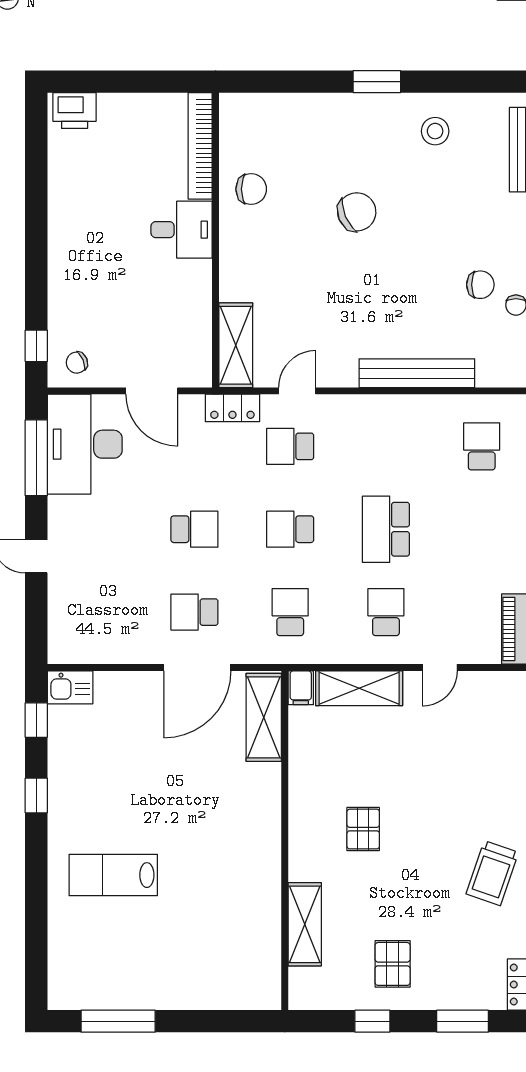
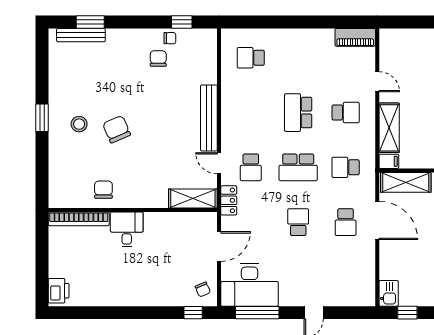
stool: (435, 131) -> (79, 124), moved
bench: (417, 373) -> (209, 118), moved
school desk: (290, 529) -> (298, 167), width x1.85
school desk: (386, 529) -> (298, 113), turned 90
school desk: (386, 612) -> (346, 113), turned 180

